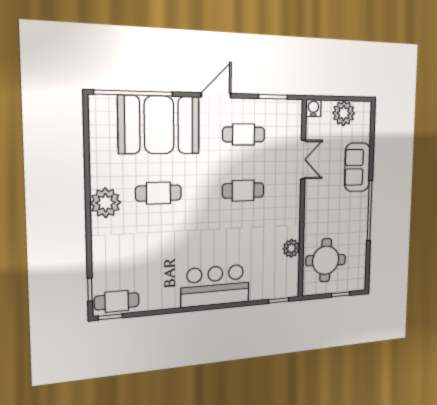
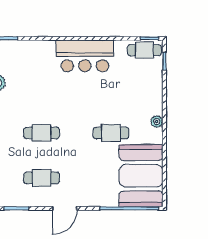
booth: (159, 125) -> (141, 176), moved, turned 90
plant: (105, 203) -> (157, 122), width x0.53, depth x0.53
bar counter: (215, 286) -> (85, 56), moved

